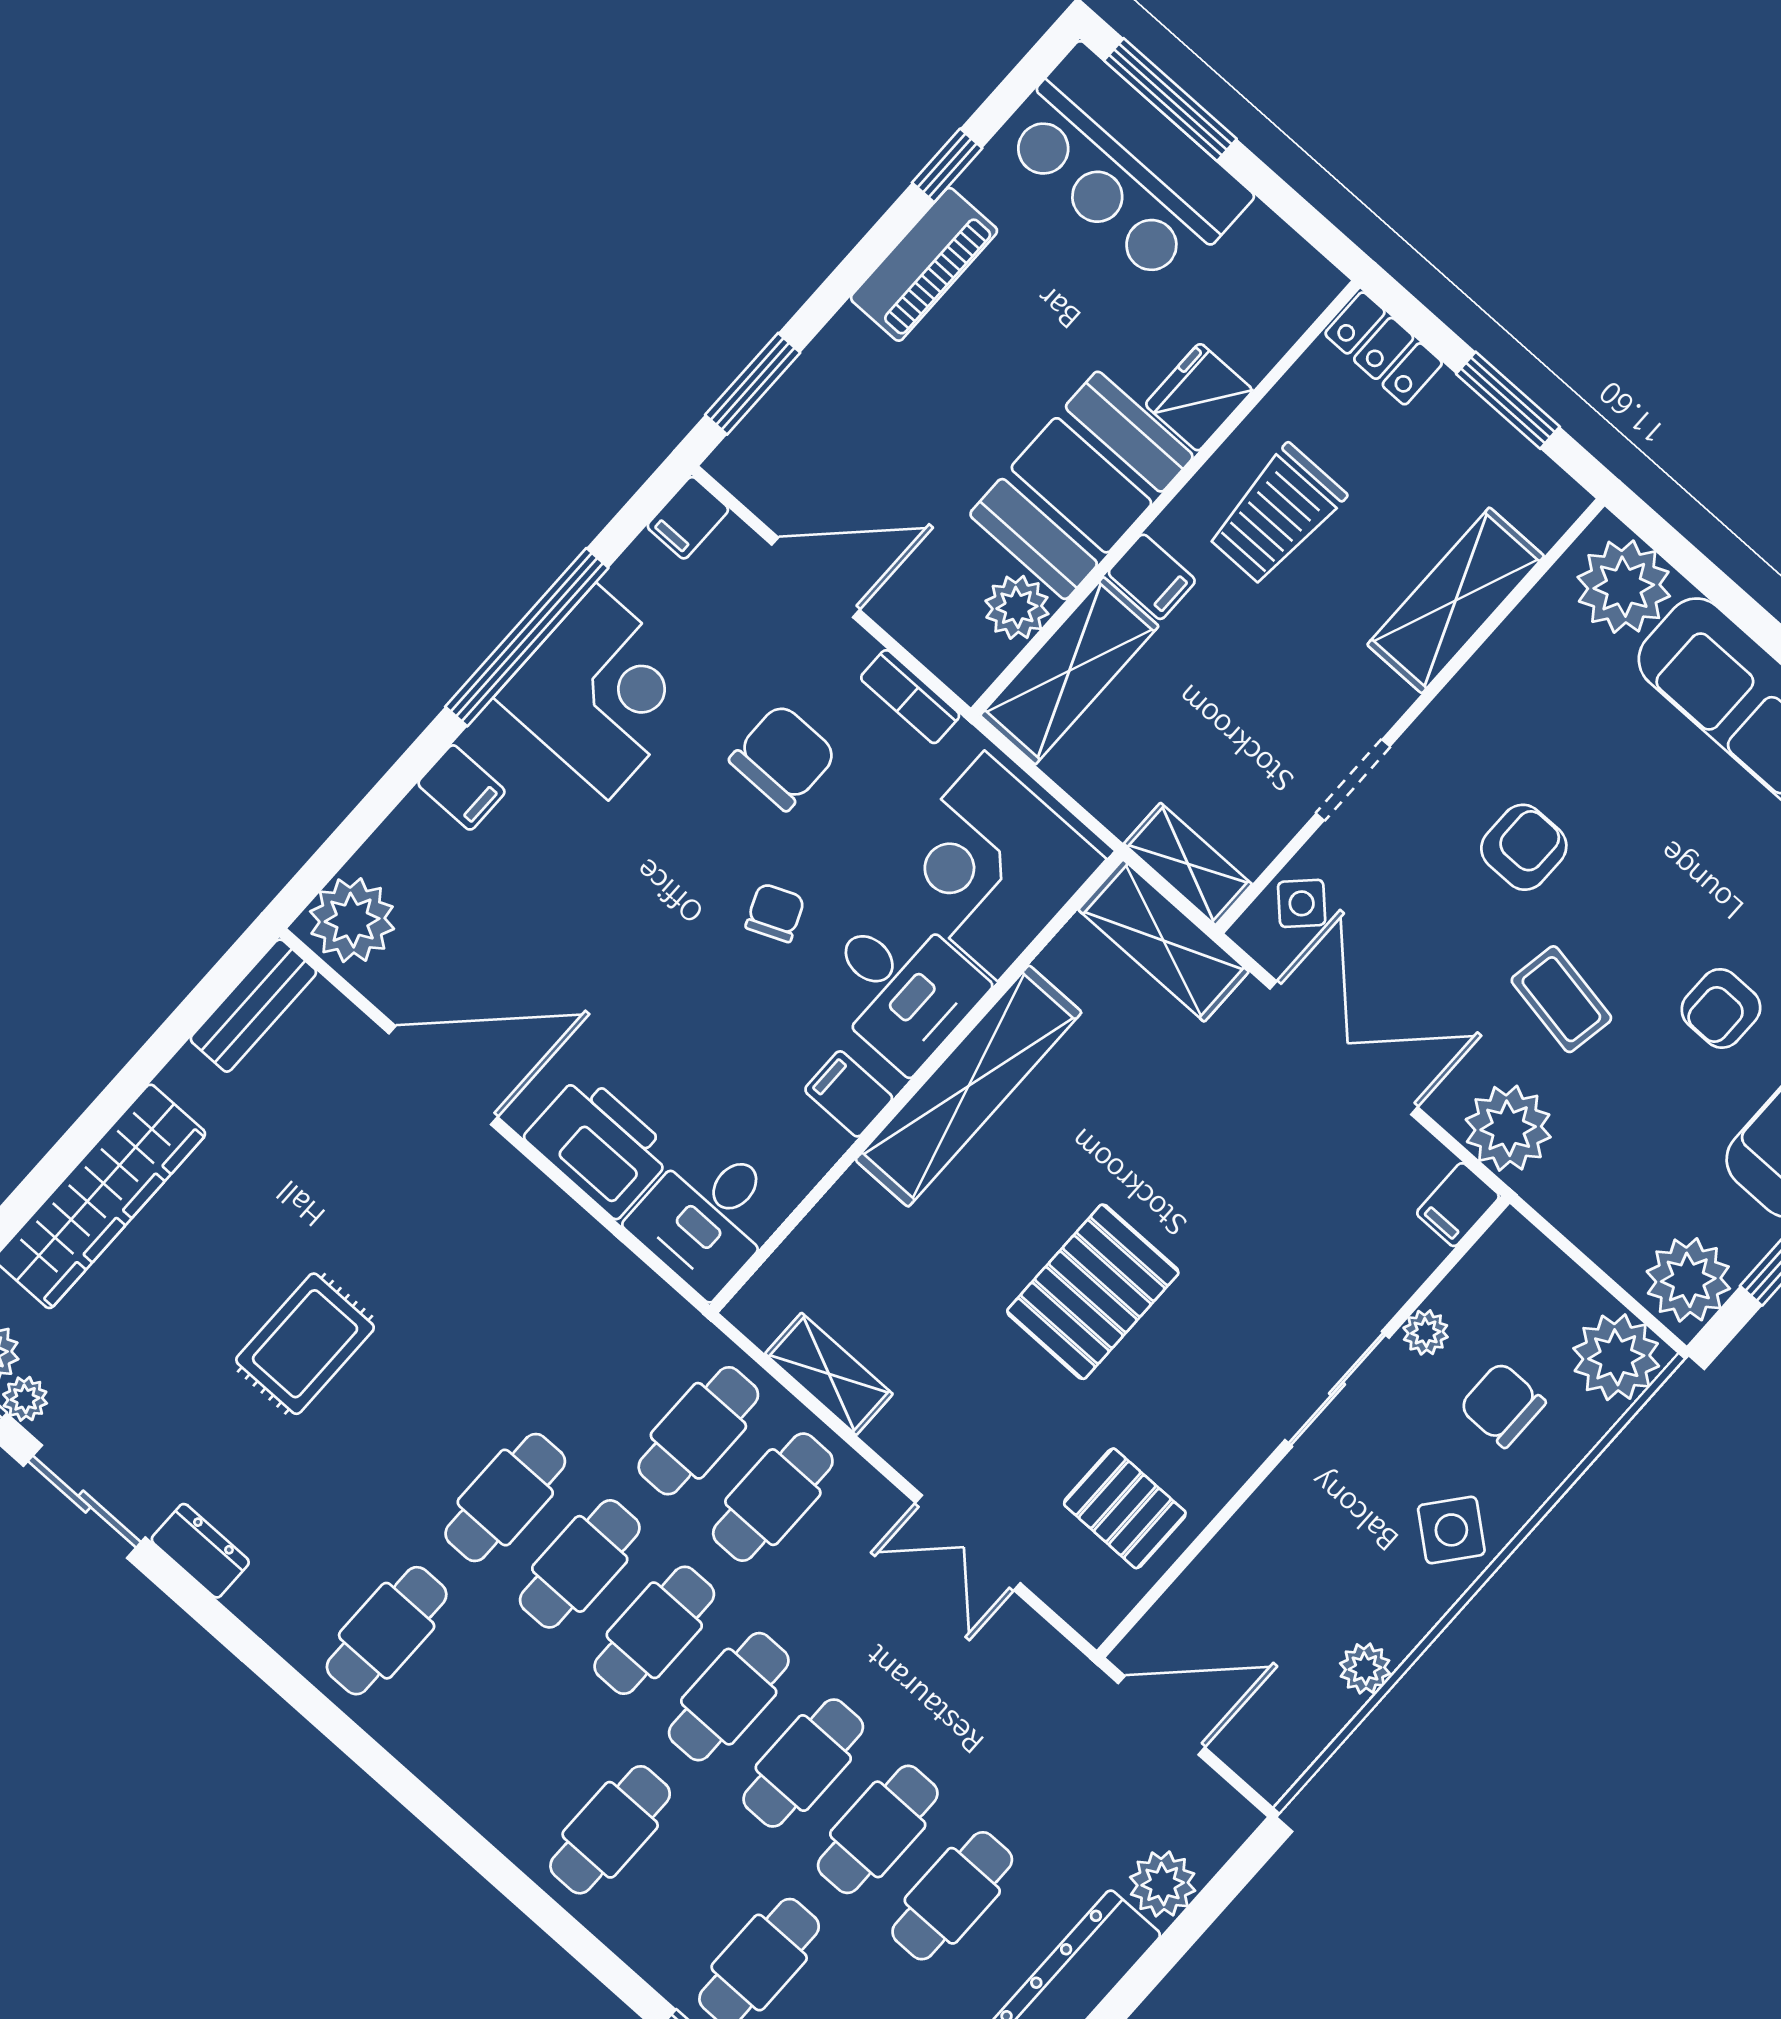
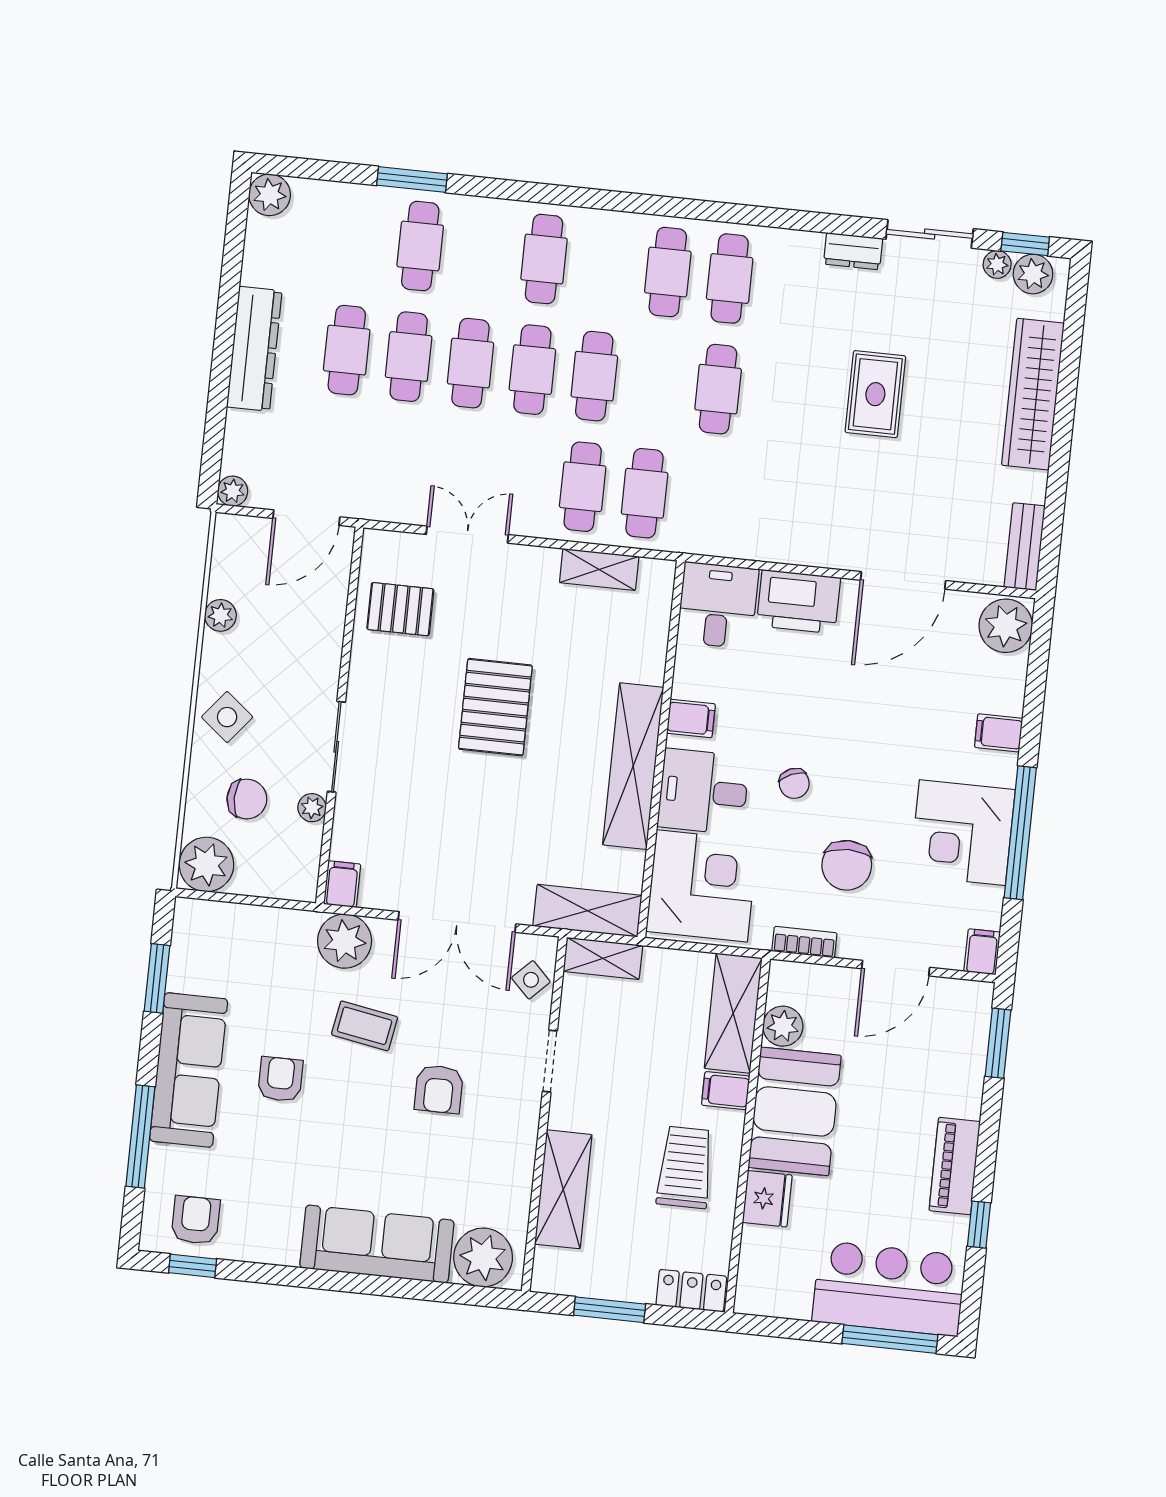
plant: (1688, 1280) -> (198, 930), removed
cafe table: (580, 1564) -> (668, 272), moved
plant: (1163, 1884) -> (233, 491), moved, width x0.73, depth x0.73

